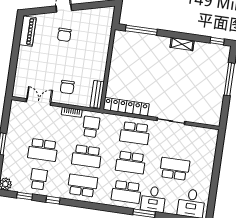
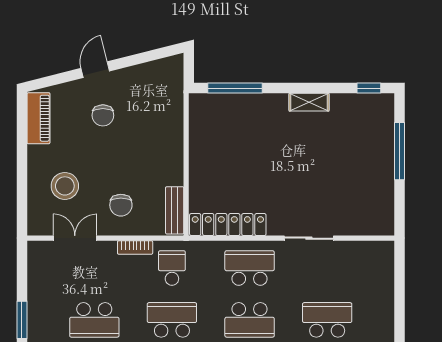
stool: (37, 72) -> (65, 186), added
school desk: (135, 133) -> (250, 268), turned 180
school desk: (87, 156) -> (172, 320), turned 180

